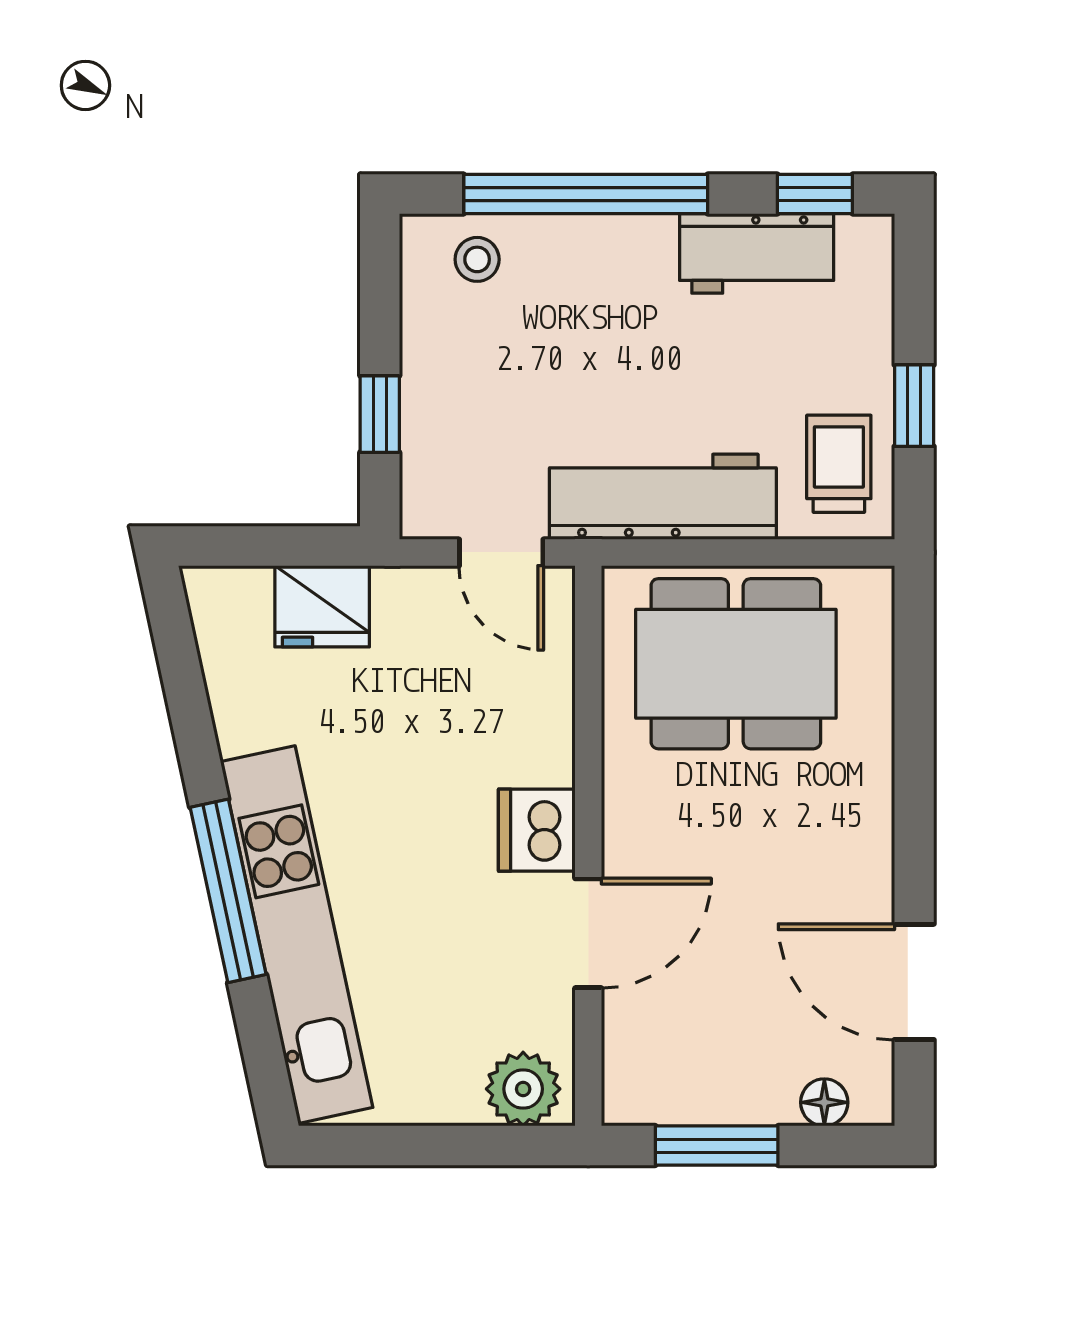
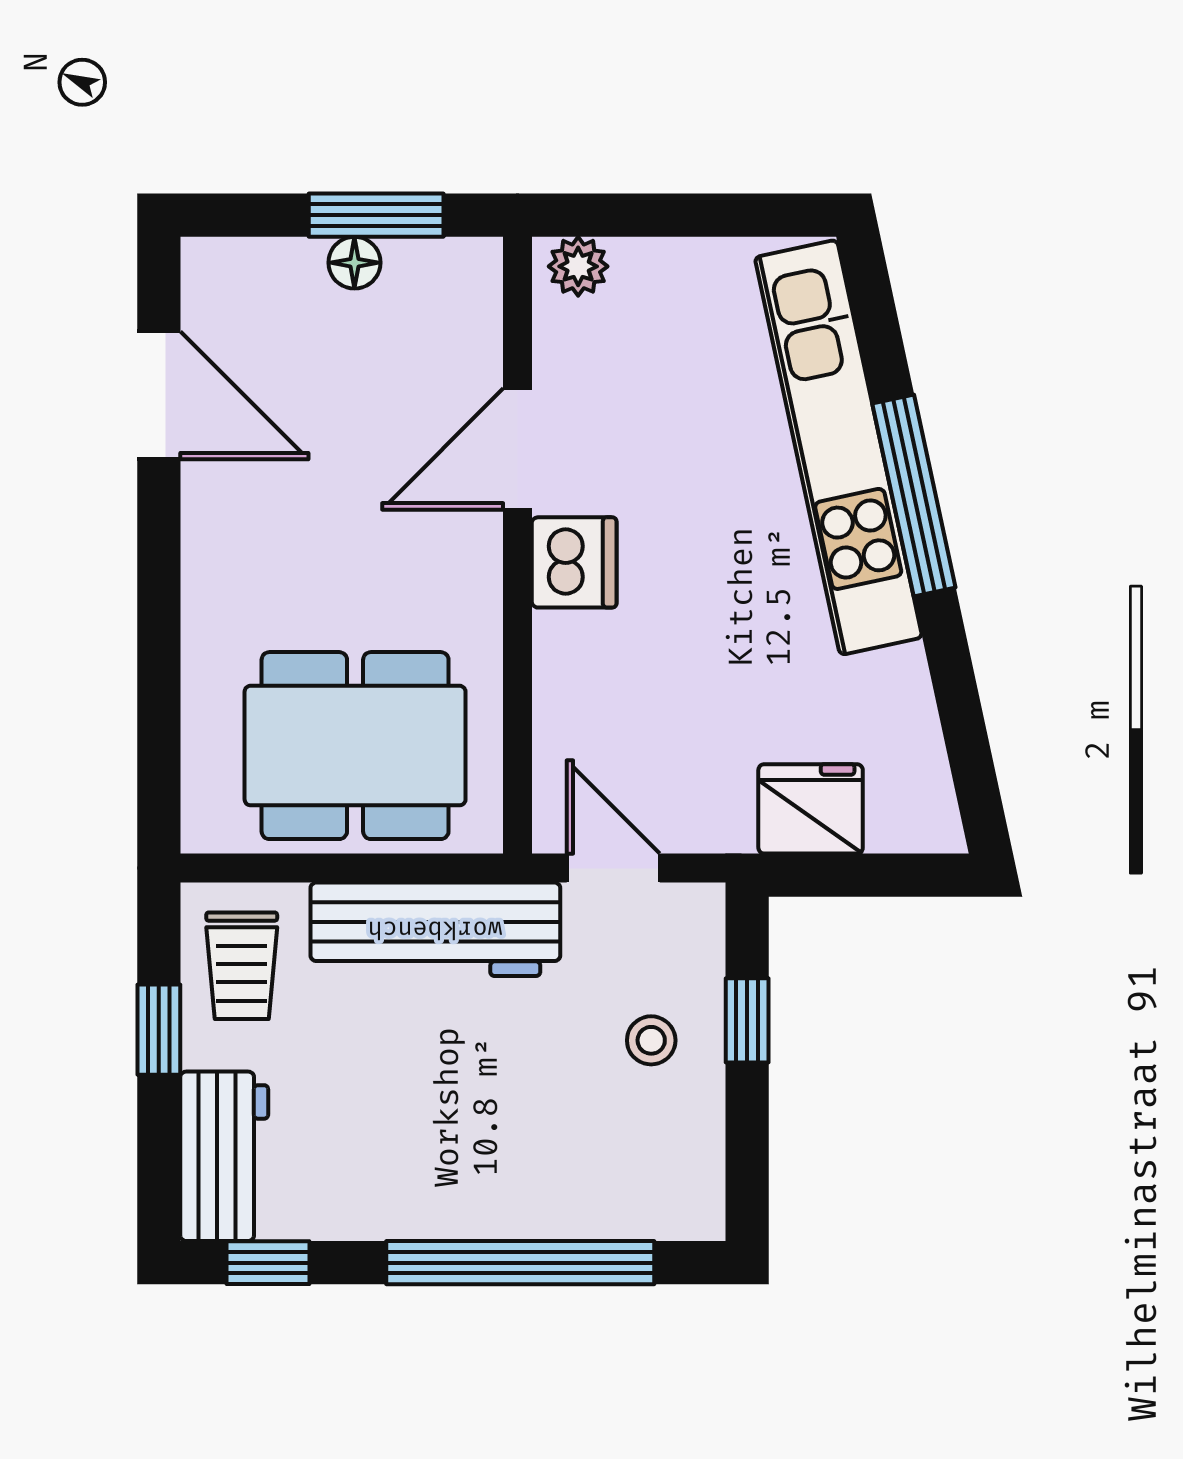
workbench: (757, 253) -> (224, 1156), moved, turned 90
stool: (477, 259) -> (651, 1040), moved
plant: (523, 1089) -> (578, 266), width x0.73, depth x0.73
floor lamp: (824, 1102) -> (354, 263), moved

